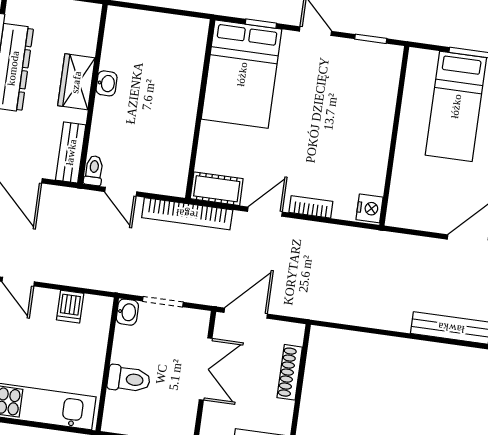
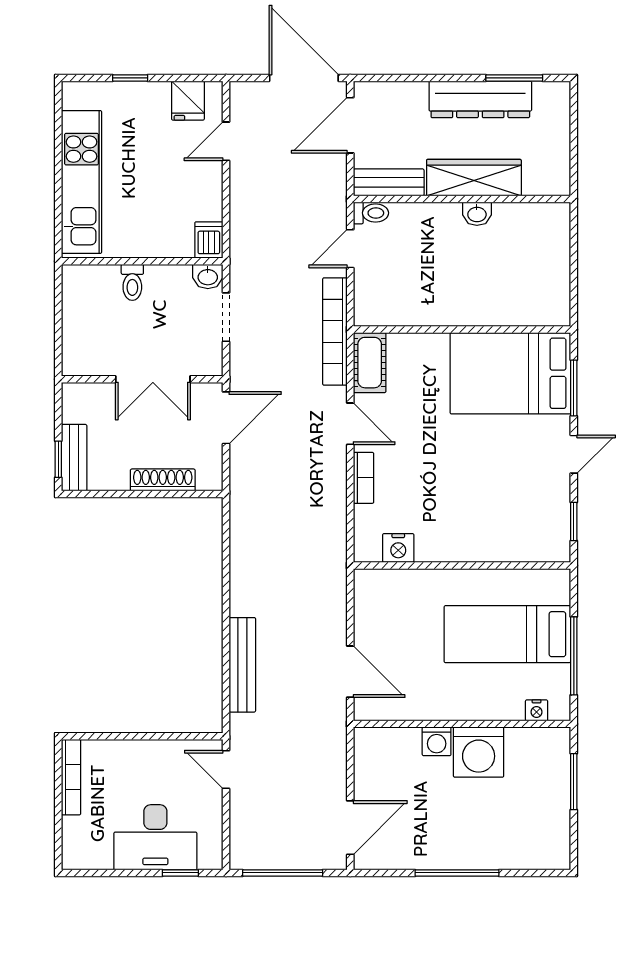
window: (261, 24) -> (574, 388), width x1.50
wardrobe: (76, 82) -> (474, 178), width x1.50
nightstand: (370, 208) -> (398, 548), moved
dishwasher: (70, 307) -> (209, 240), moved, turned 90
door: (246, 313) -> (226, 418), hinge flipped
toilet: (129, 379) -> (132, 282), width x0.73, depth x0.72

